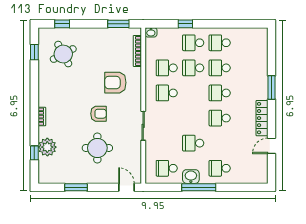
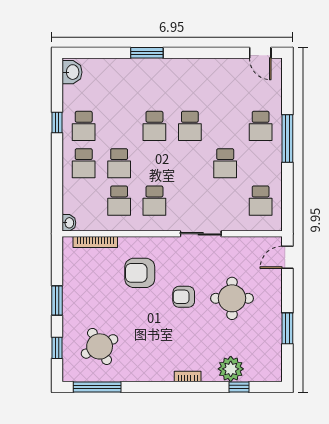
window: (118, 24) -> (57, 300), moved
window: (185, 24) -> (57, 122), moved
window: (34, 52) -> (97, 387), width x2.17
school desk: (220, 68) -> (119, 126), removed
armchair: (115, 83) -> (140, 273), turned 90
armchair: (98, 114) -> (184, 297), turned -90
locker: (262, 118) -> (190, 66), removed
door: (272, 146) -> (260, 53), moved
washbasin: (191, 177) -> (72, 72), moved, turned 180
window: (199, 187) -> (287, 138), moved

